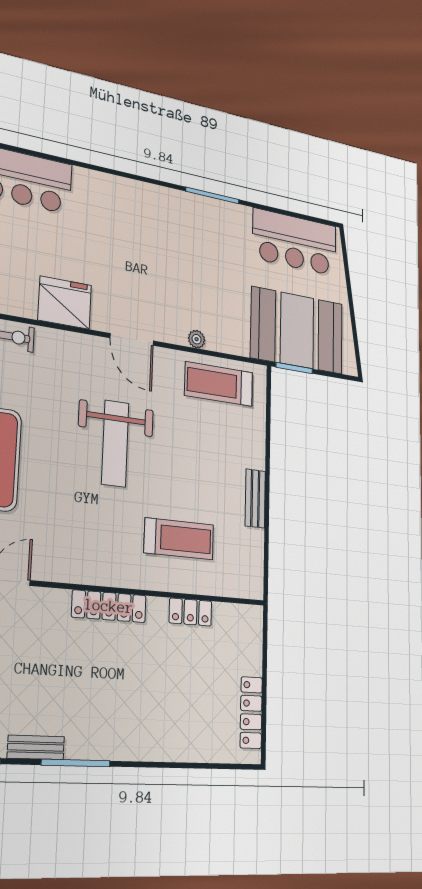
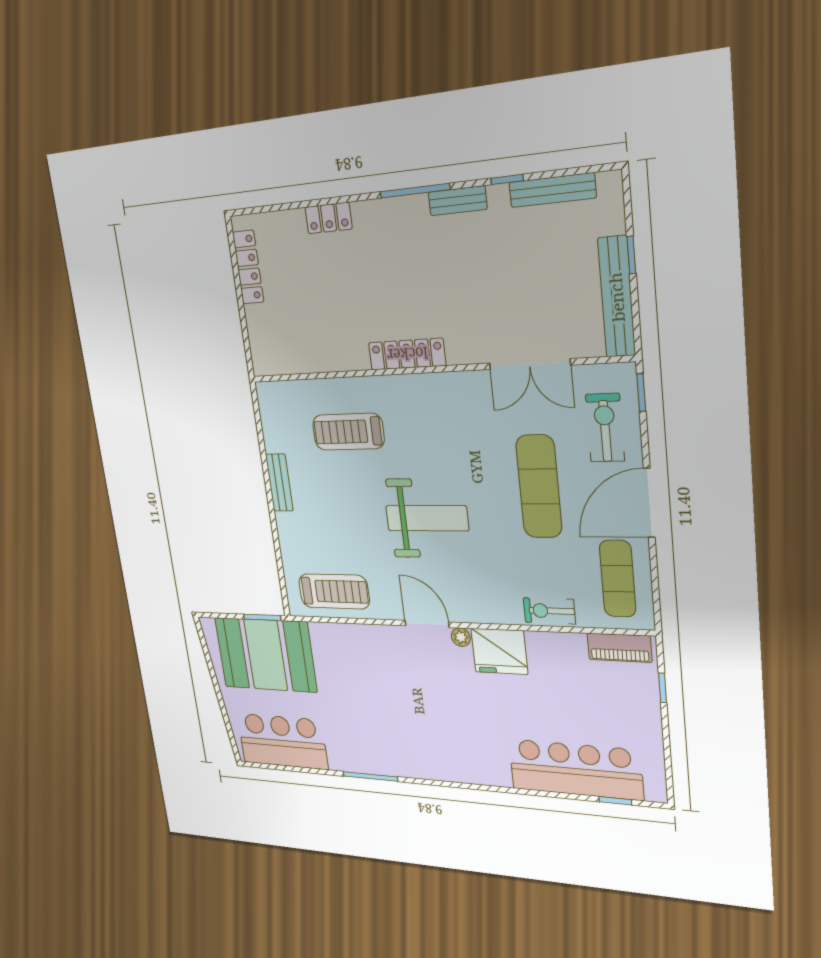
plant: (197, 339) -> (461, 637), moved
weight bench: (115, 443) -> (427, 518), turned 90
locker: (190, 612) -> (329, 218), moved, turned 180

